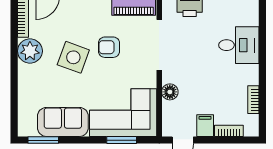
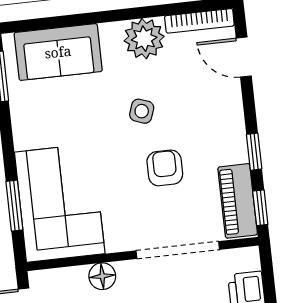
side table: (73, 57) -> (142, 111), width x0.54, depth x0.54
sofa: (63, 122) -> (58, 52), moved, turned 90

